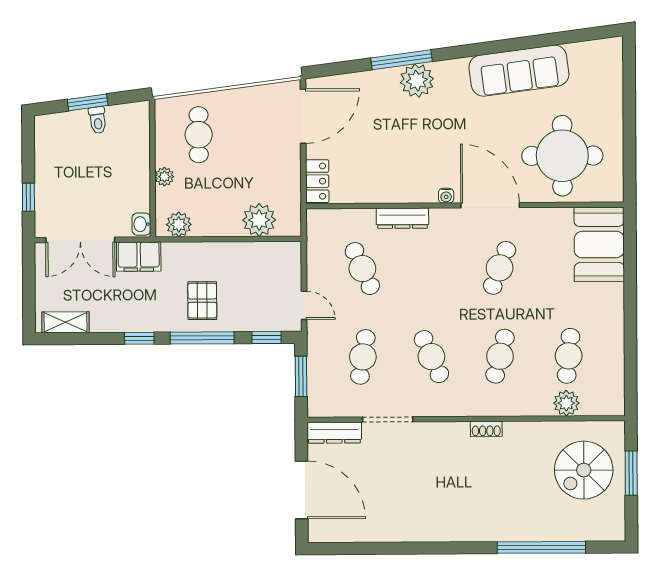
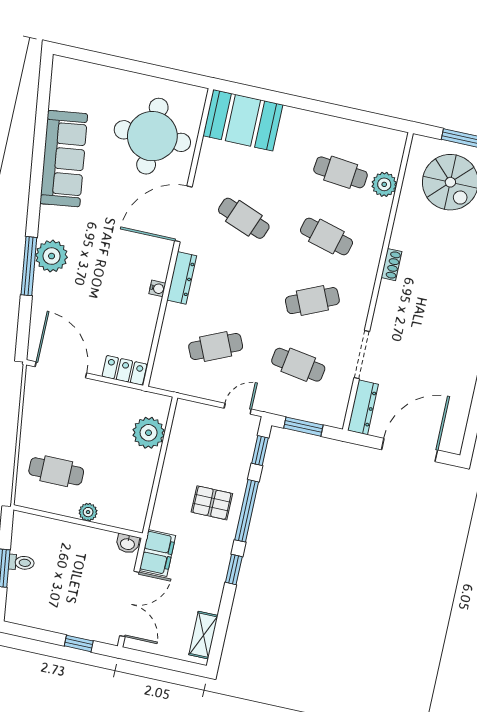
water cooler: (446, 196) -> (157, 288), moved
dresser: (402, 218) -> (182, 278), moved
plant: (179, 224) -> (136, 509), removed

